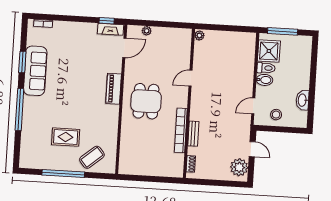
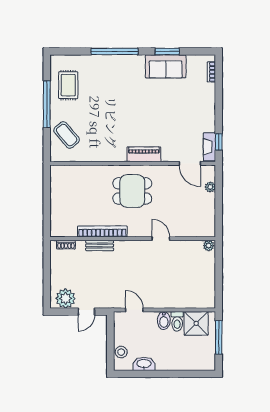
sofa: (35, 71) -> (166, 66), width x0.73
stool: (276, 115) -> (121, 352), moved
rug: (66, 137) -> (68, 85), moved

